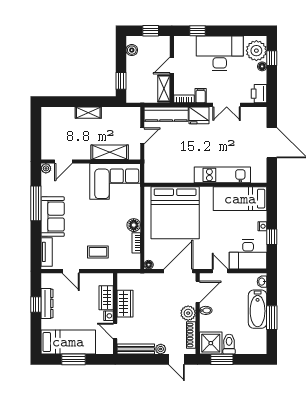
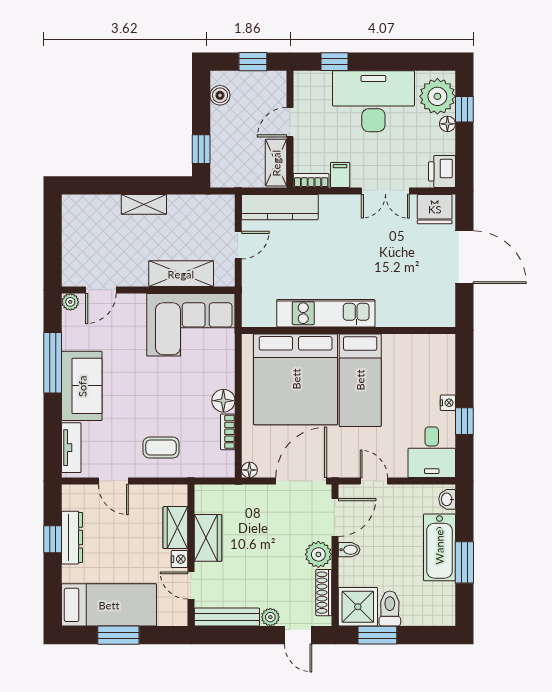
fridge: (199, 115) -> (435, 209), moved
kitchen unit: (222, 175) -> (326, 313), moved
bed: (240, 199) -> (360, 380), moved, turned -90
desk: (248, 255) -> (432, 452), width x0.73

